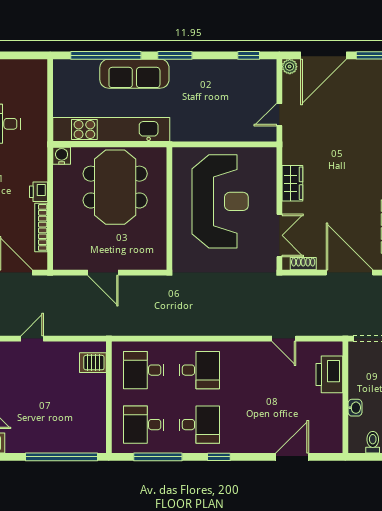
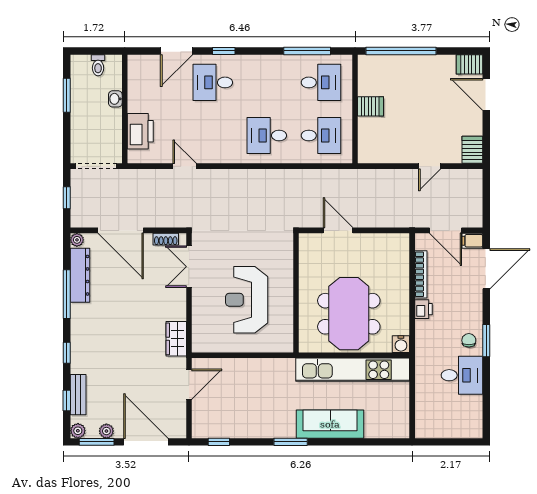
window: (106, 55) -> (358, 442), removed
door: (324, 55) -> (146, 442), hinge flipped
plant: (290, 67) -> (106, 431), moved
door: (279, 115) -> (189, 384), width x1.38
wardrobe: (292, 183) -> (176, 339), moved
reception desk: (220, 201) -> (247, 300), width x0.74, depth x0.77
door: (103, 273) -> (338, 230), moved
server rack: (93, 363) -> (371, 106), moved
desk: (199, 425) -> (213, 82), moved
window: (219, 457) -> (224, 51), moved

